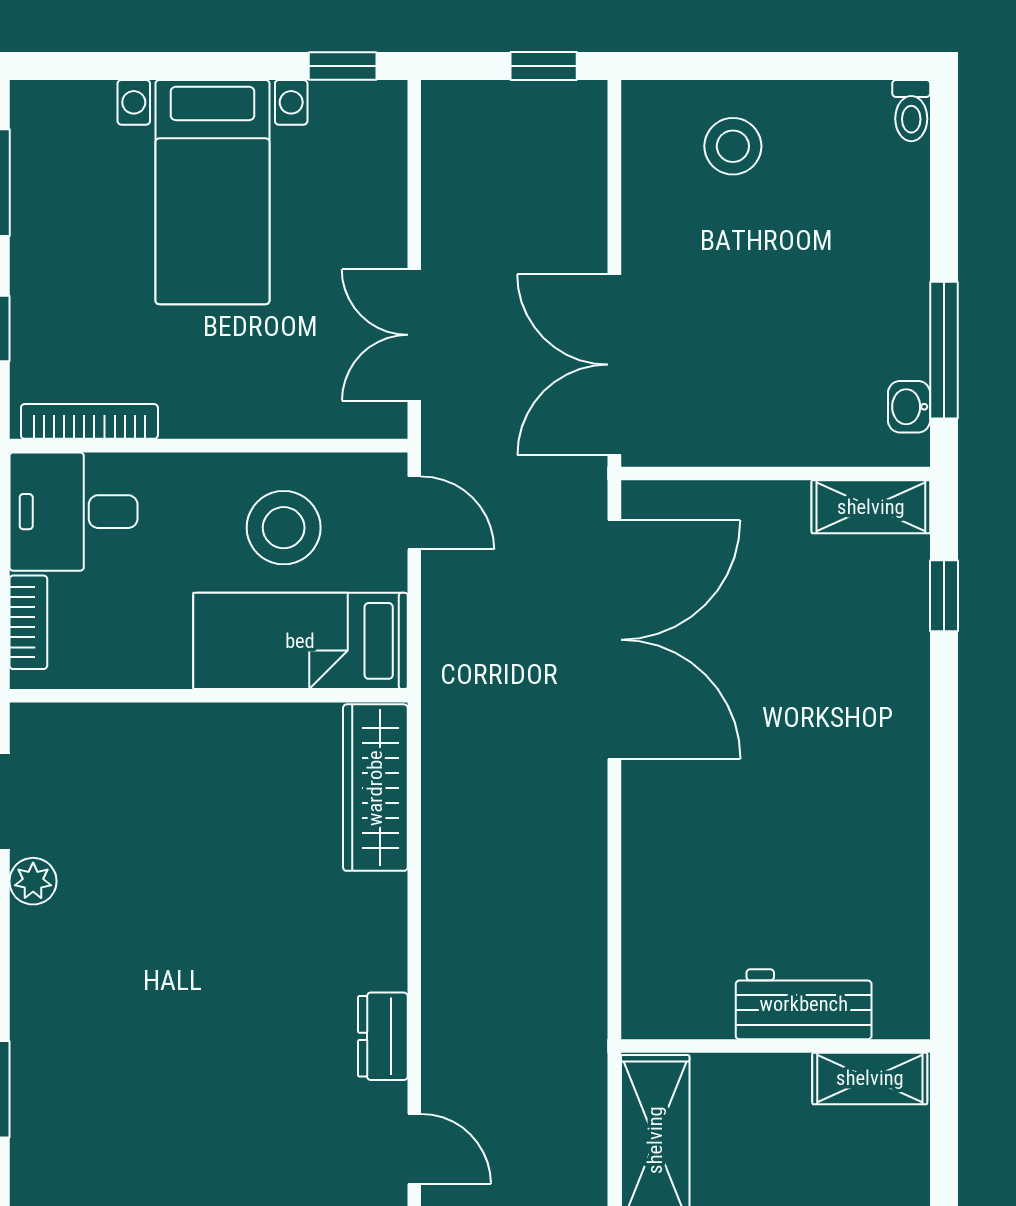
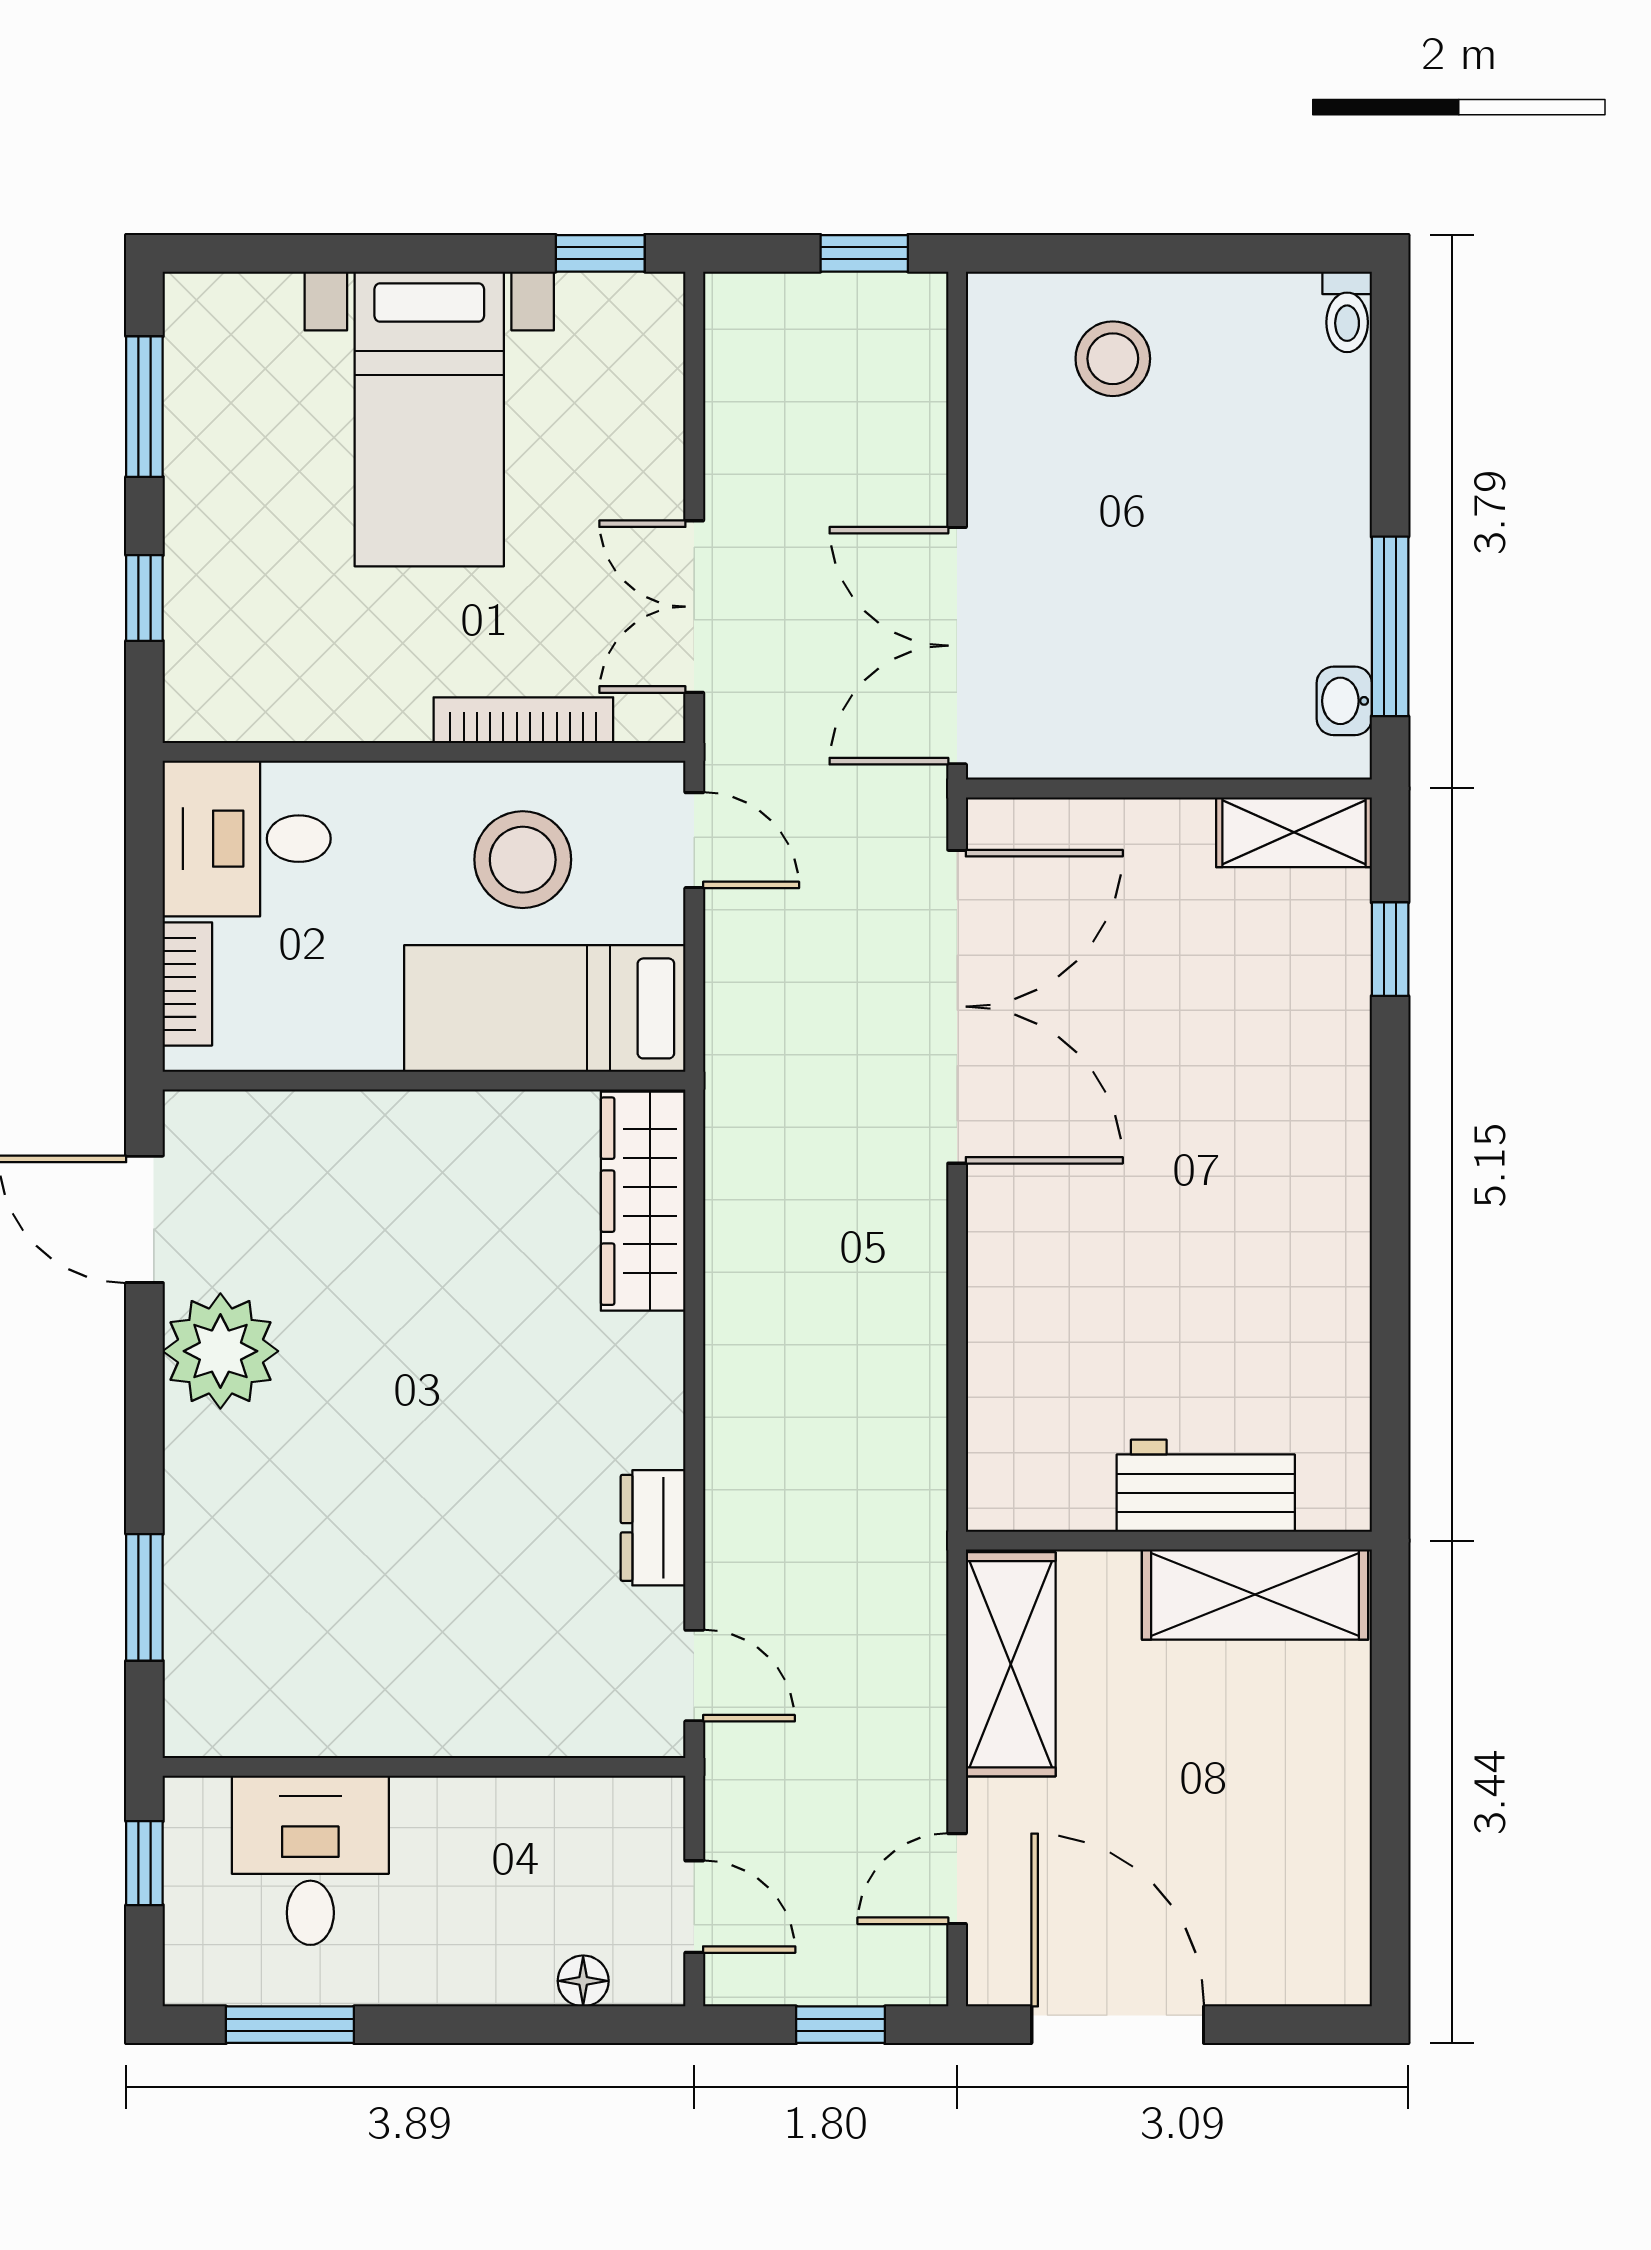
bookcase: (89, 421) -> (523, 720), moved
plant: (33, 881) -> (220, 1351), width x1.87, depth x1.87
shelving: (870, 1078) -> (1255, 1595), width x1.50, depth x1.33

